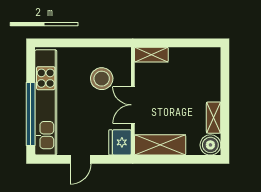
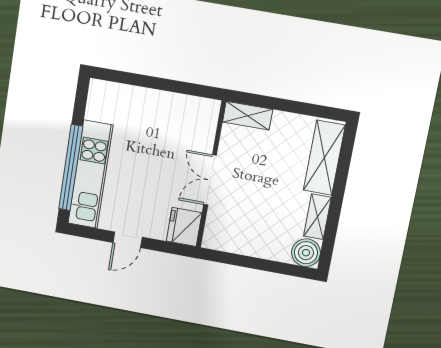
stool: (102, 79) -> (174, 137), removed
kitchen unit: (46, 102) -> (90, 174), width x0.73
shelving: (160, 145) -> (324, 158), moved, turned 90

